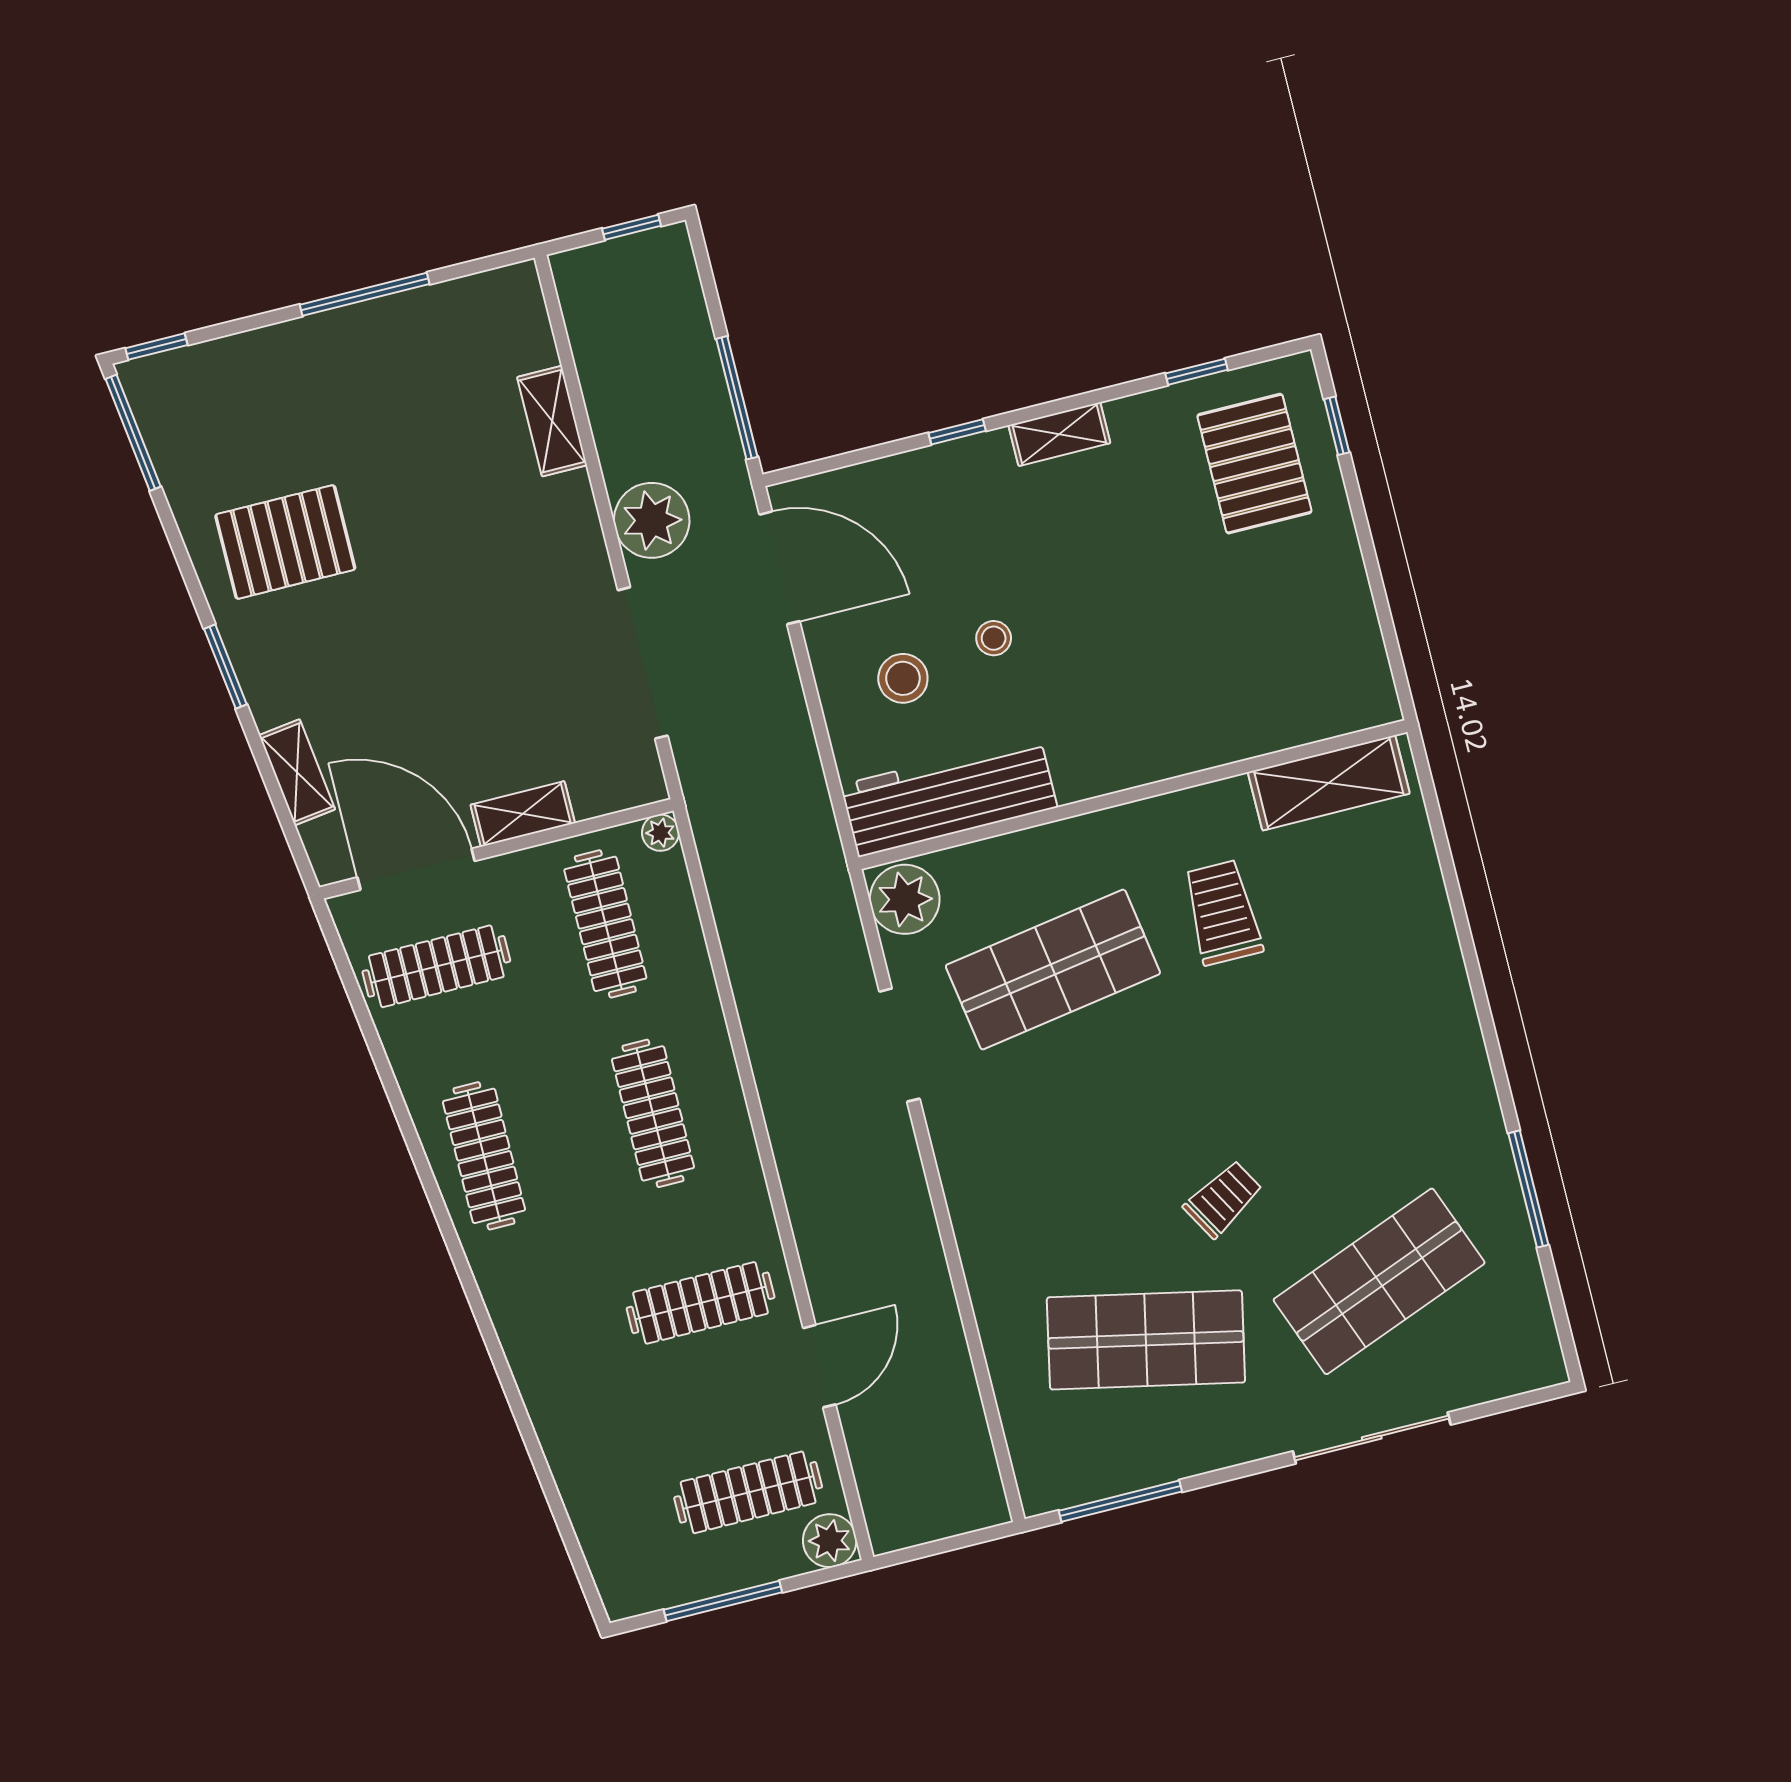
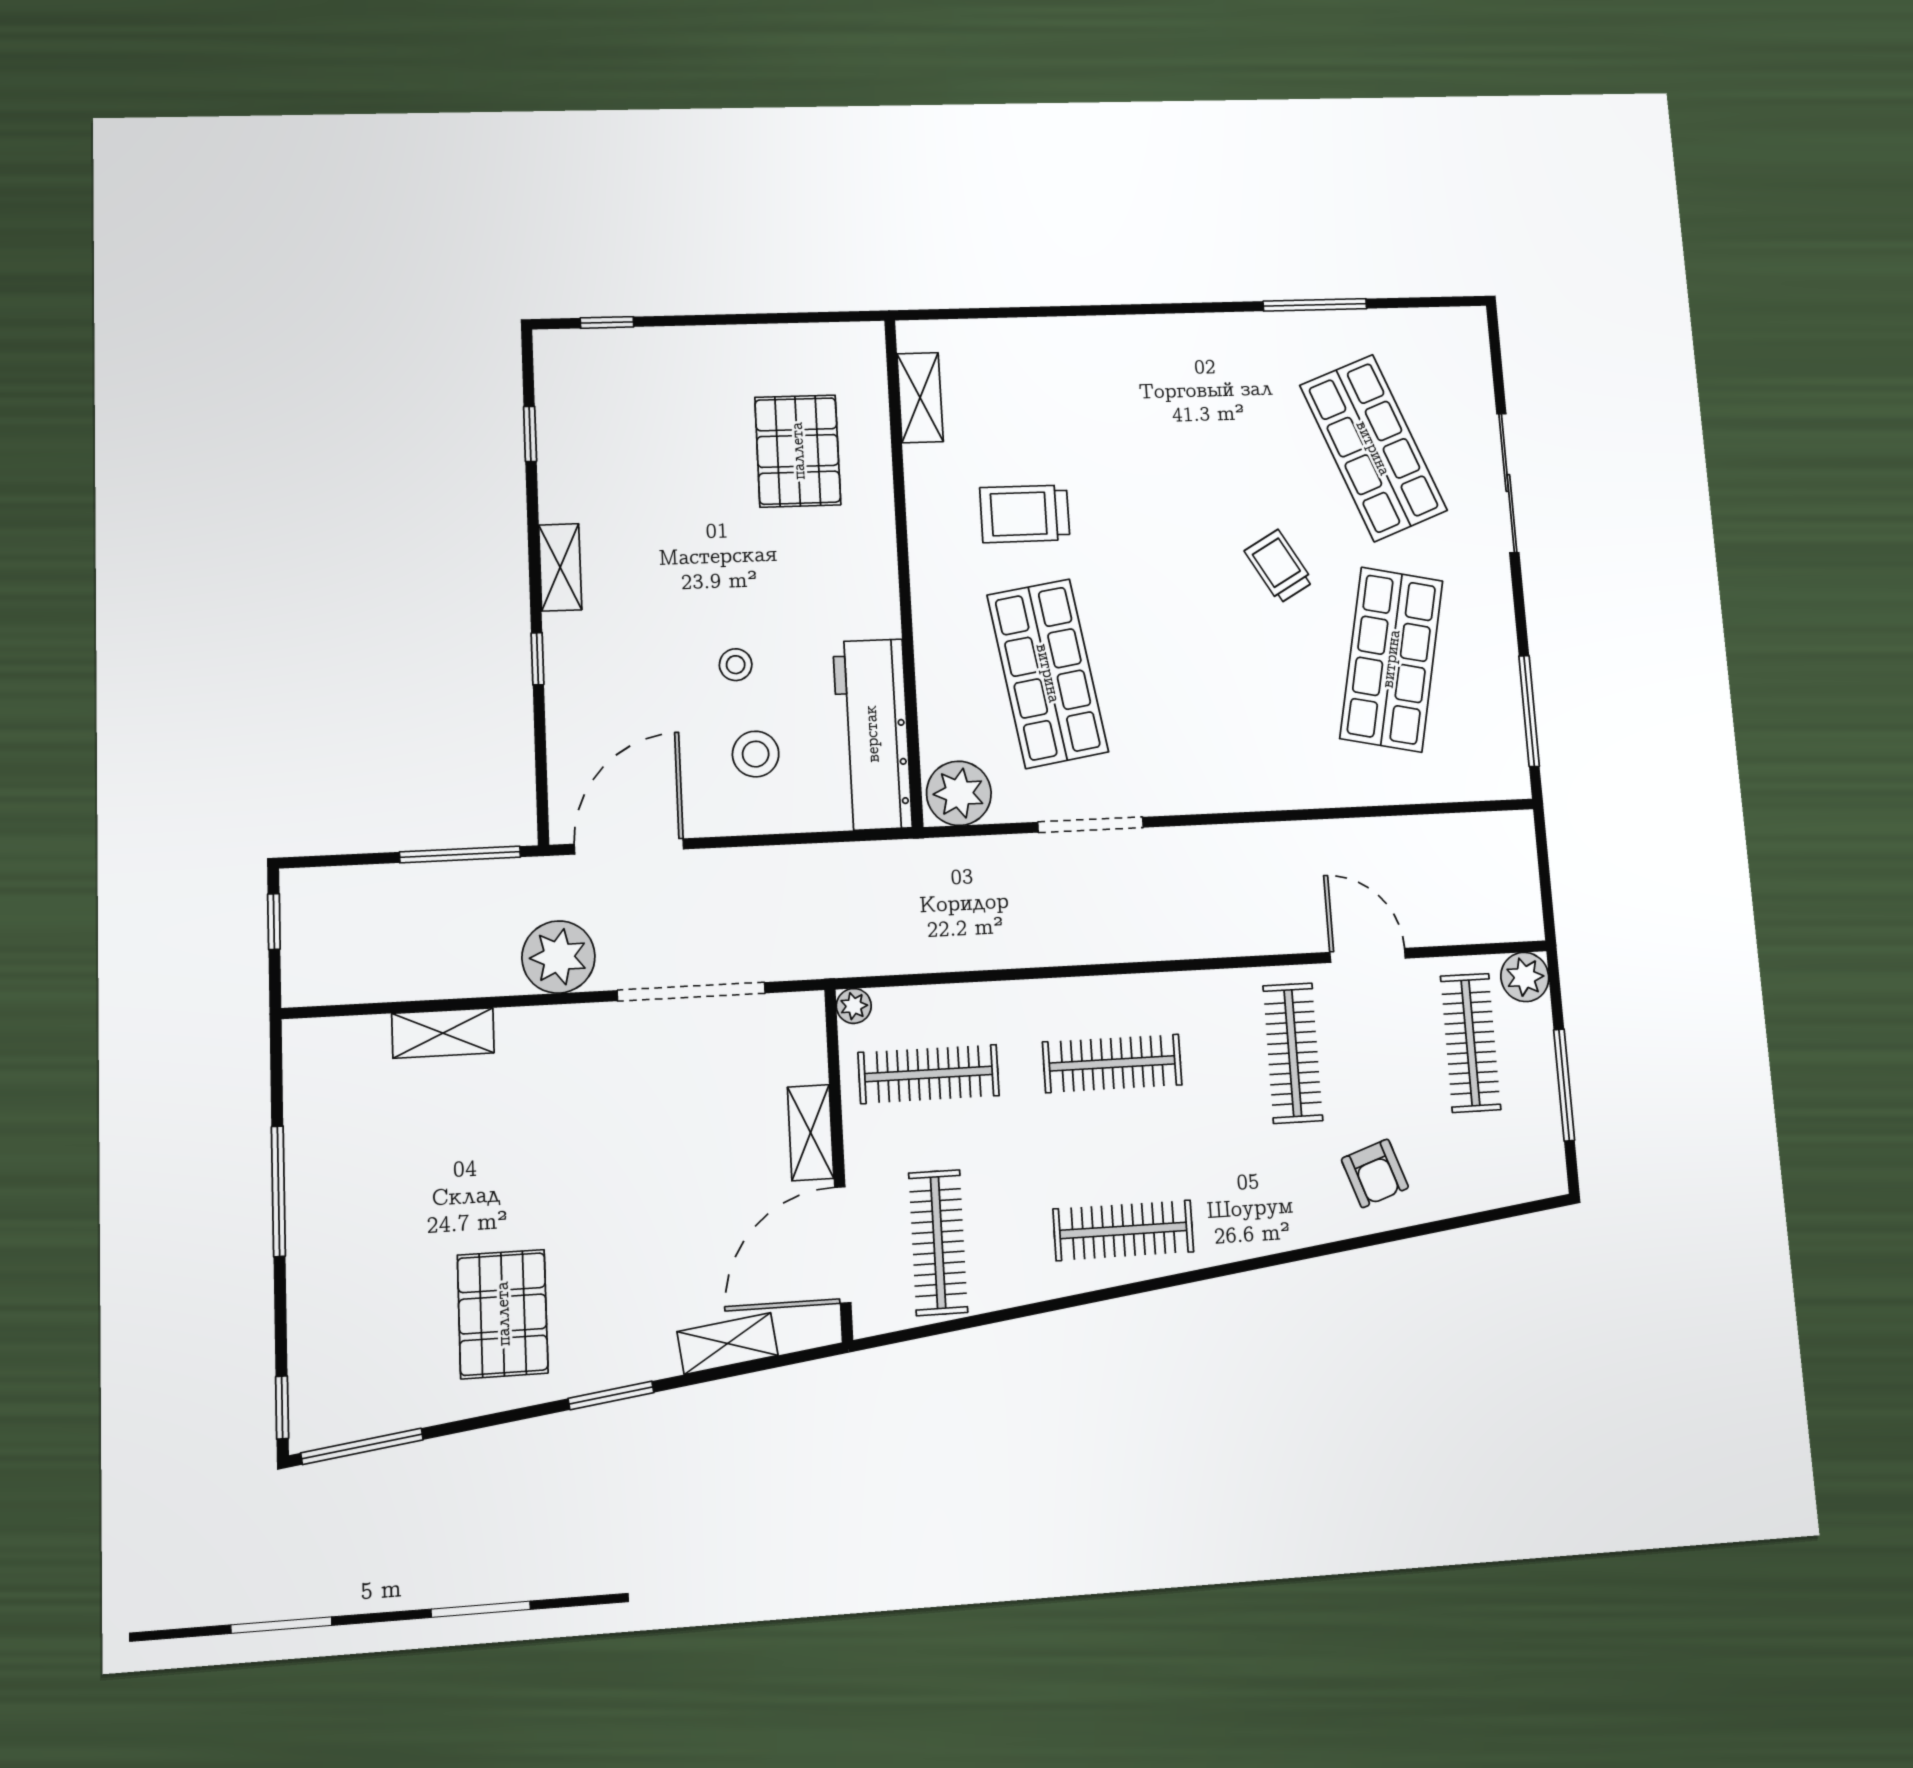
pallet: (1254, 464) -> (798, 451), moved, turned 90
shelving: (1329, 783) -> (920, 398), width x0.67, depth x0.75
armchair: (592, 1411) -> (1375, 1173), added

